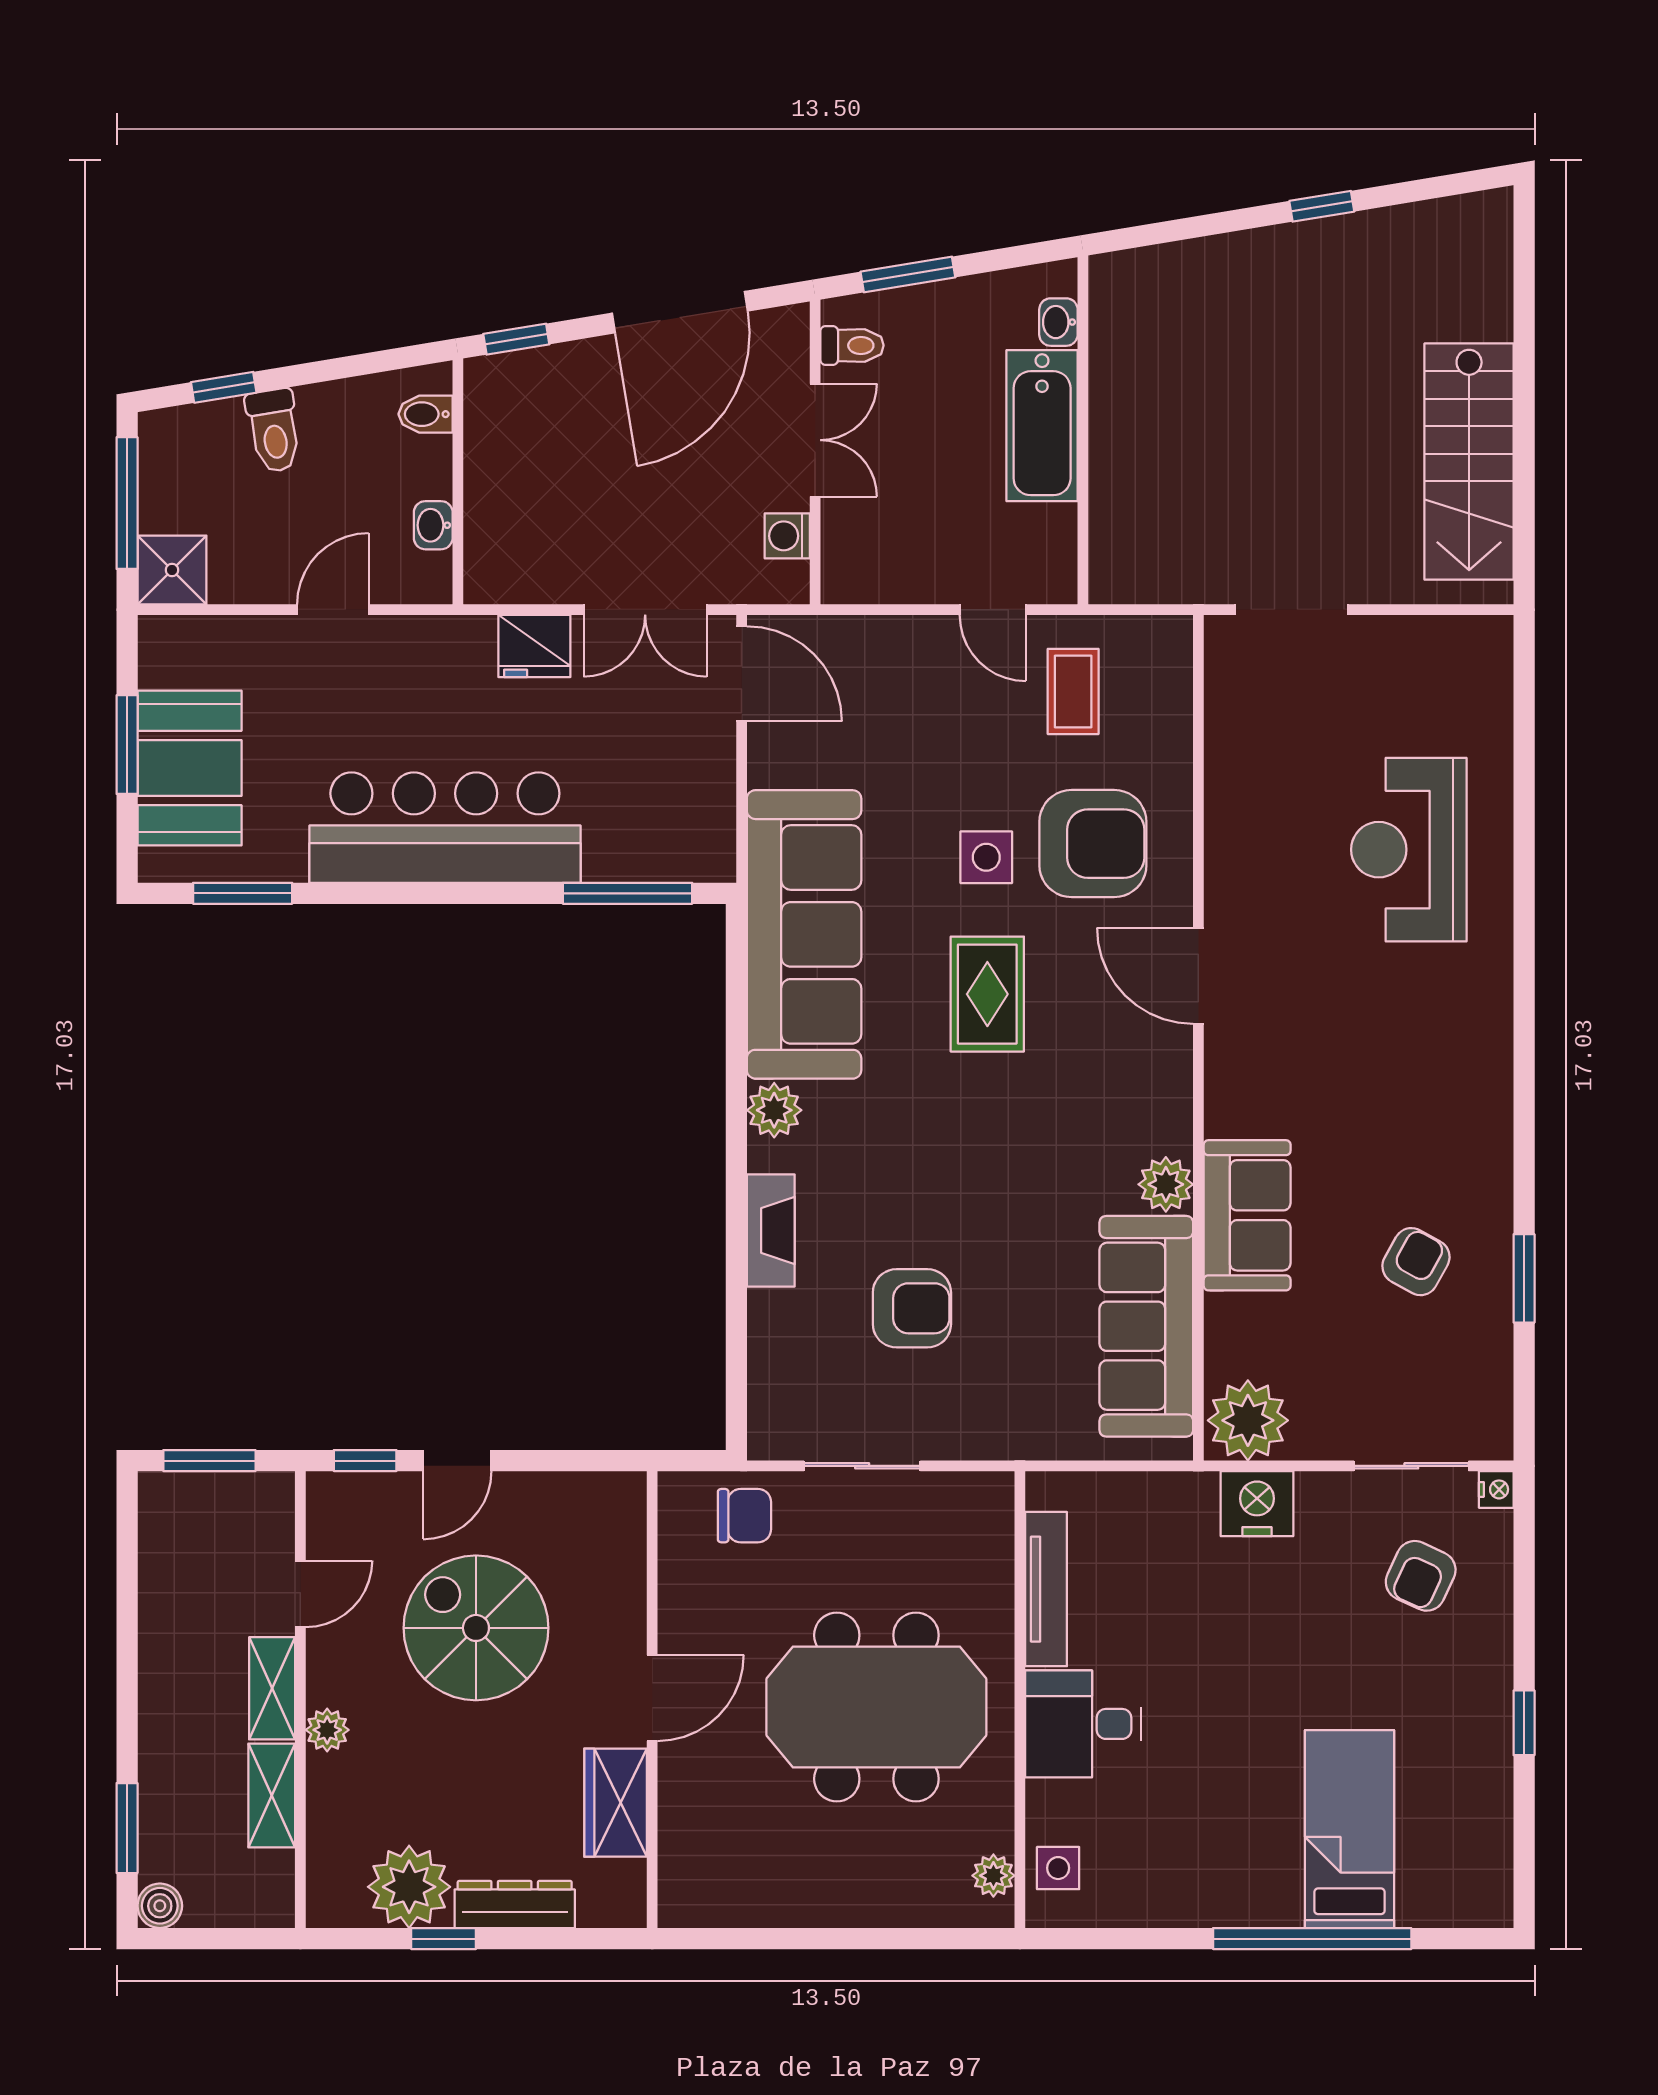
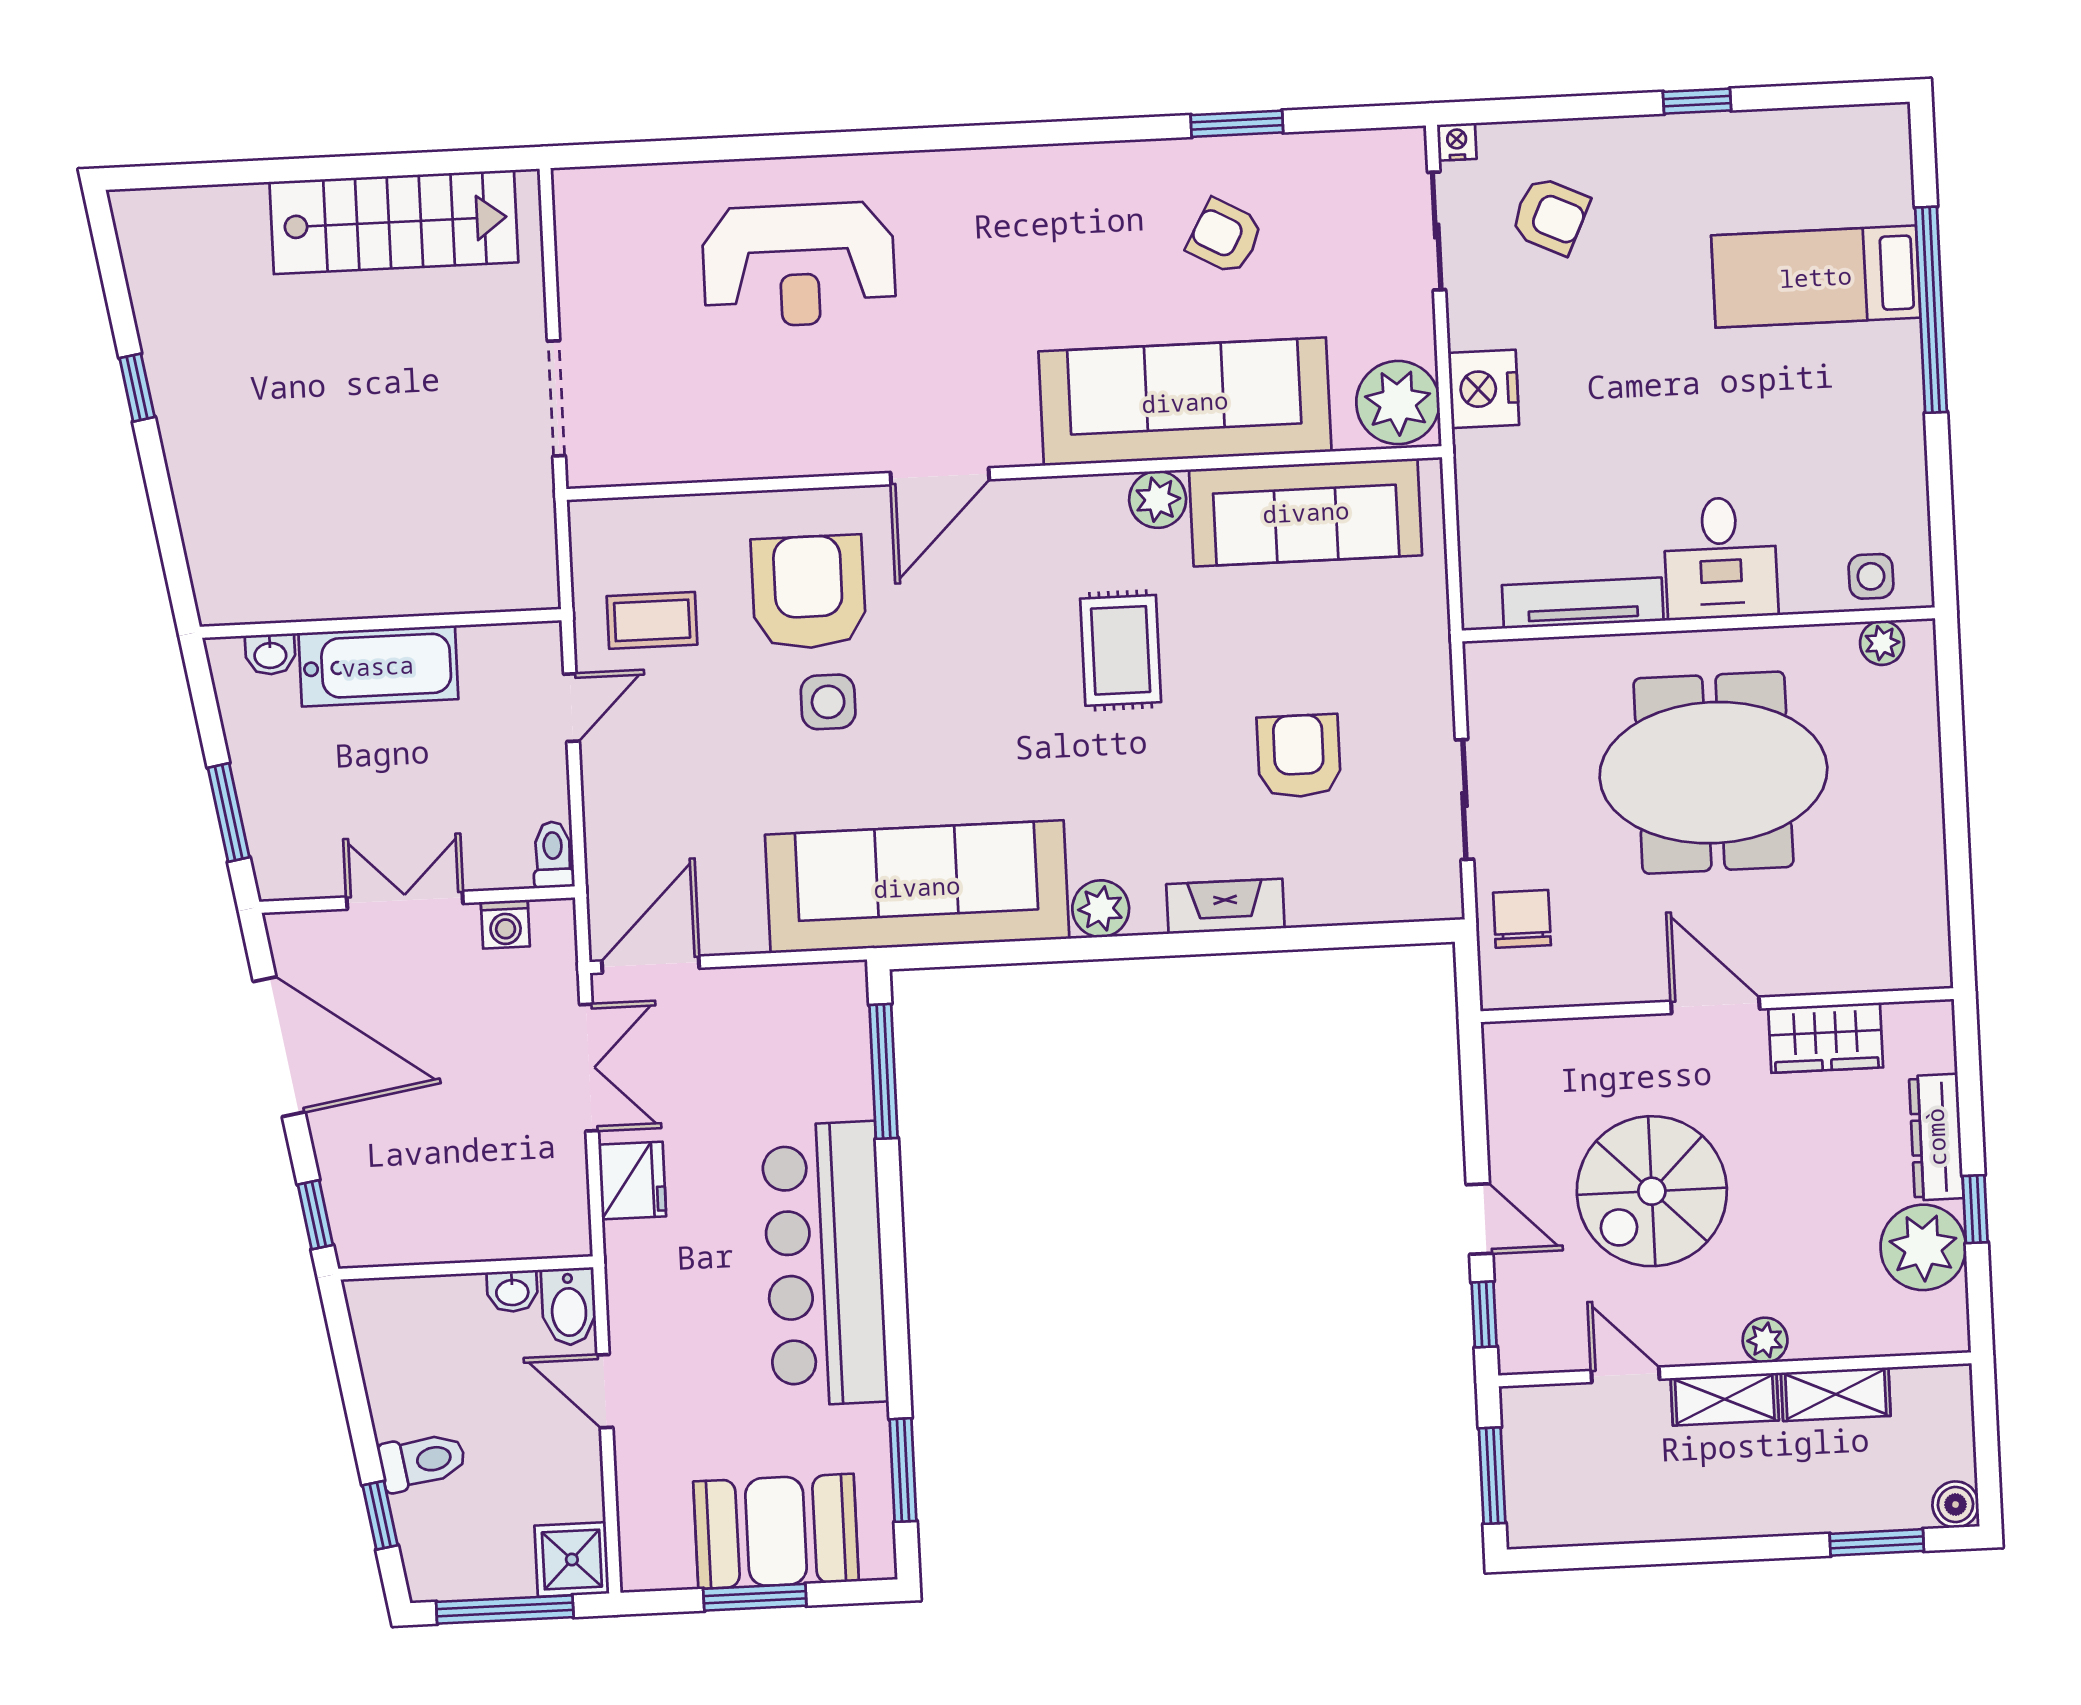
toilet: (852, 345) -> (553, 855), moved
bidet: (426, 414) -> (569, 1307), moved, width x1.38, depth x1.36
rug: (987, 994) -> (1121, 650), moved, turned 90
sofa: (1247, 1215) -> (1185, 402), width x1.85, depth x1.27
meeting table: (876, 1707) -> (1713, 773), turned 90

